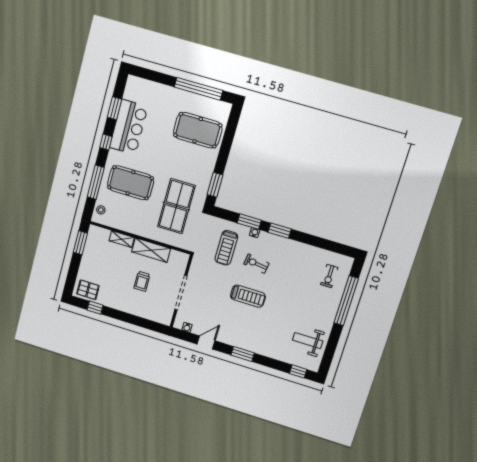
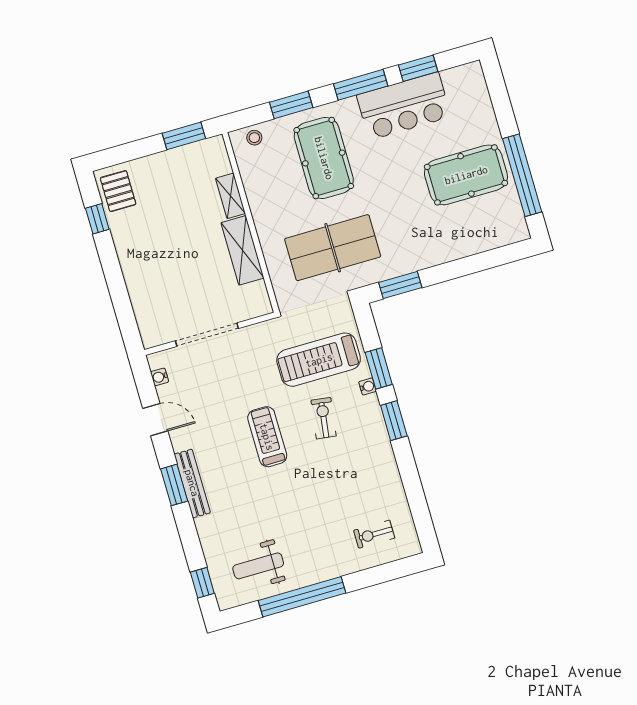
pool table: (198, 130) -> (466, 175), moved, turned 90
window: (106, 142) -> (361, 85), width x2.17
window: (96, 182) -> (291, 105), width x0.69
treadmill: (226, 248) -> (319, 360), width x1.37, depth x1.38
trolley: (142, 281) -> (186, 265), removed
treadmill: (248, 296) -> (267, 437), turned 180
window: (346, 301) -> (302, 597), moved
weight bench: (308, 341) -> (258, 566), turned -90
bench: (247, 345) -> (192, 483), added

